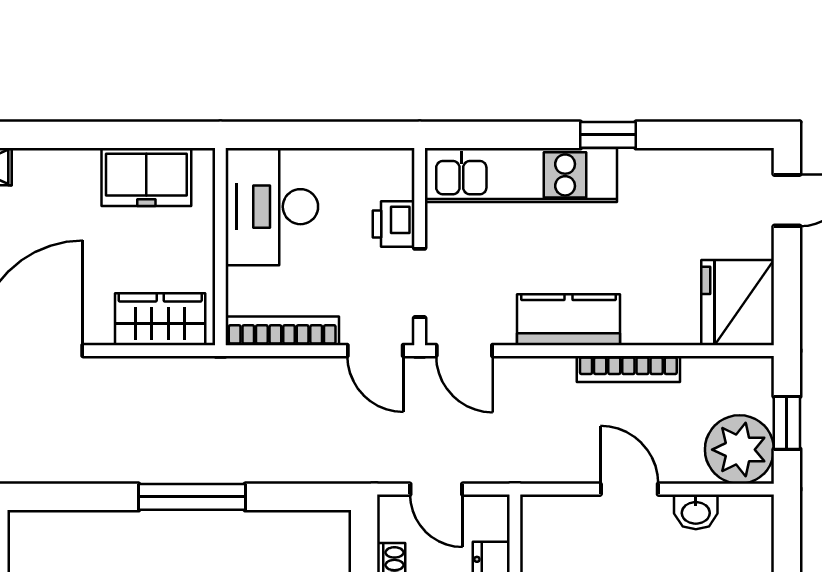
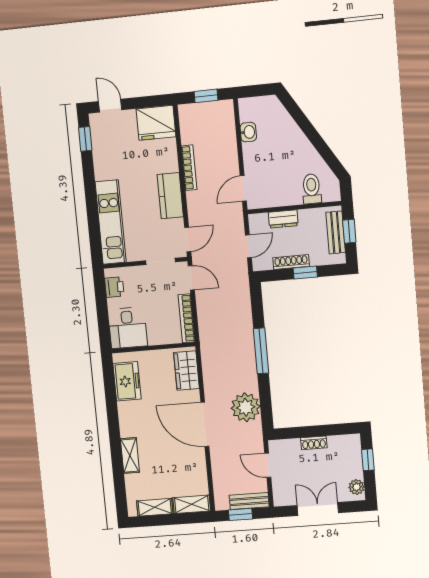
window: (608, 135) -> (85, 139), moved
desk: (272, 207) -> (128, 328), width x0.73
printer: (394, 224) -> (114, 287), moved, turned -90
door: (375, 351) -> (191, 278), hinge flipped
plant: (739, 450) -> (246, 407), moved
door: (629, 489) -> (243, 188), moved

